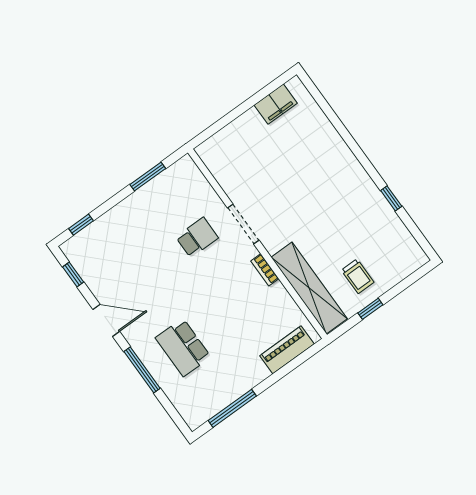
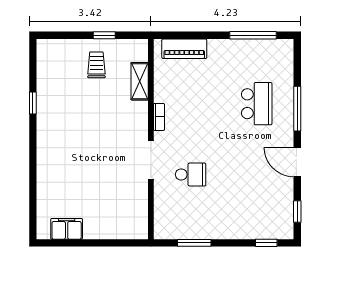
school desk: (197, 237) -> (191, 175), turned 180
shelving: (309, 288) -> (140, 81), width x0.45, depth x0.75

